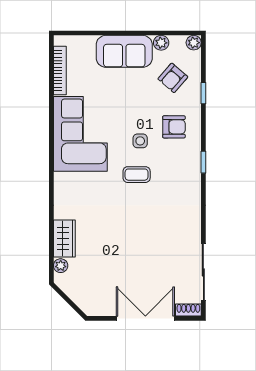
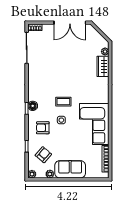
floor lamp: (192, 167) -> (33, 106), added
double door: (145, 318) -> (70, 23), moved

